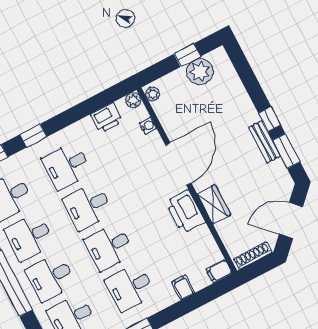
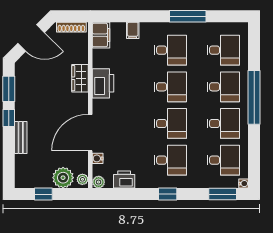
plant: (200, 72) -> (63, 178), moved
window: (33, 136) -> (168, 194), moved
bench: (264, 142) -> (21, 137), moved
door: (178, 164) -> (90, 133), moved
filing cabinet: (219, 271) -> (101, 35), width x2.00

